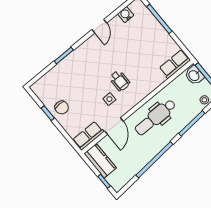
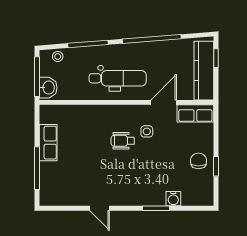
water cooler: (126, 15) -> (173, 199), moved
door: (99, 26) -> (100, 208), swing flipped
row of seats: (175, 64) -> (48, 143), moved, turned -90
wheelchair: (120, 81) -> (123, 141), turned -90
kitchen counter: (100, 161) -> (204, 71), width x1.50

